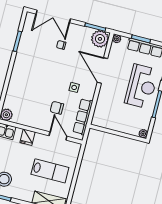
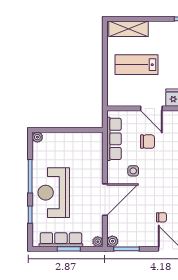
plant: (100, 39) -> (112, 241), width x0.53, depth x0.53
door: (102, 70) -> (105, 200), hinge flipped
door: (58, 136) -> (151, 108), moved

